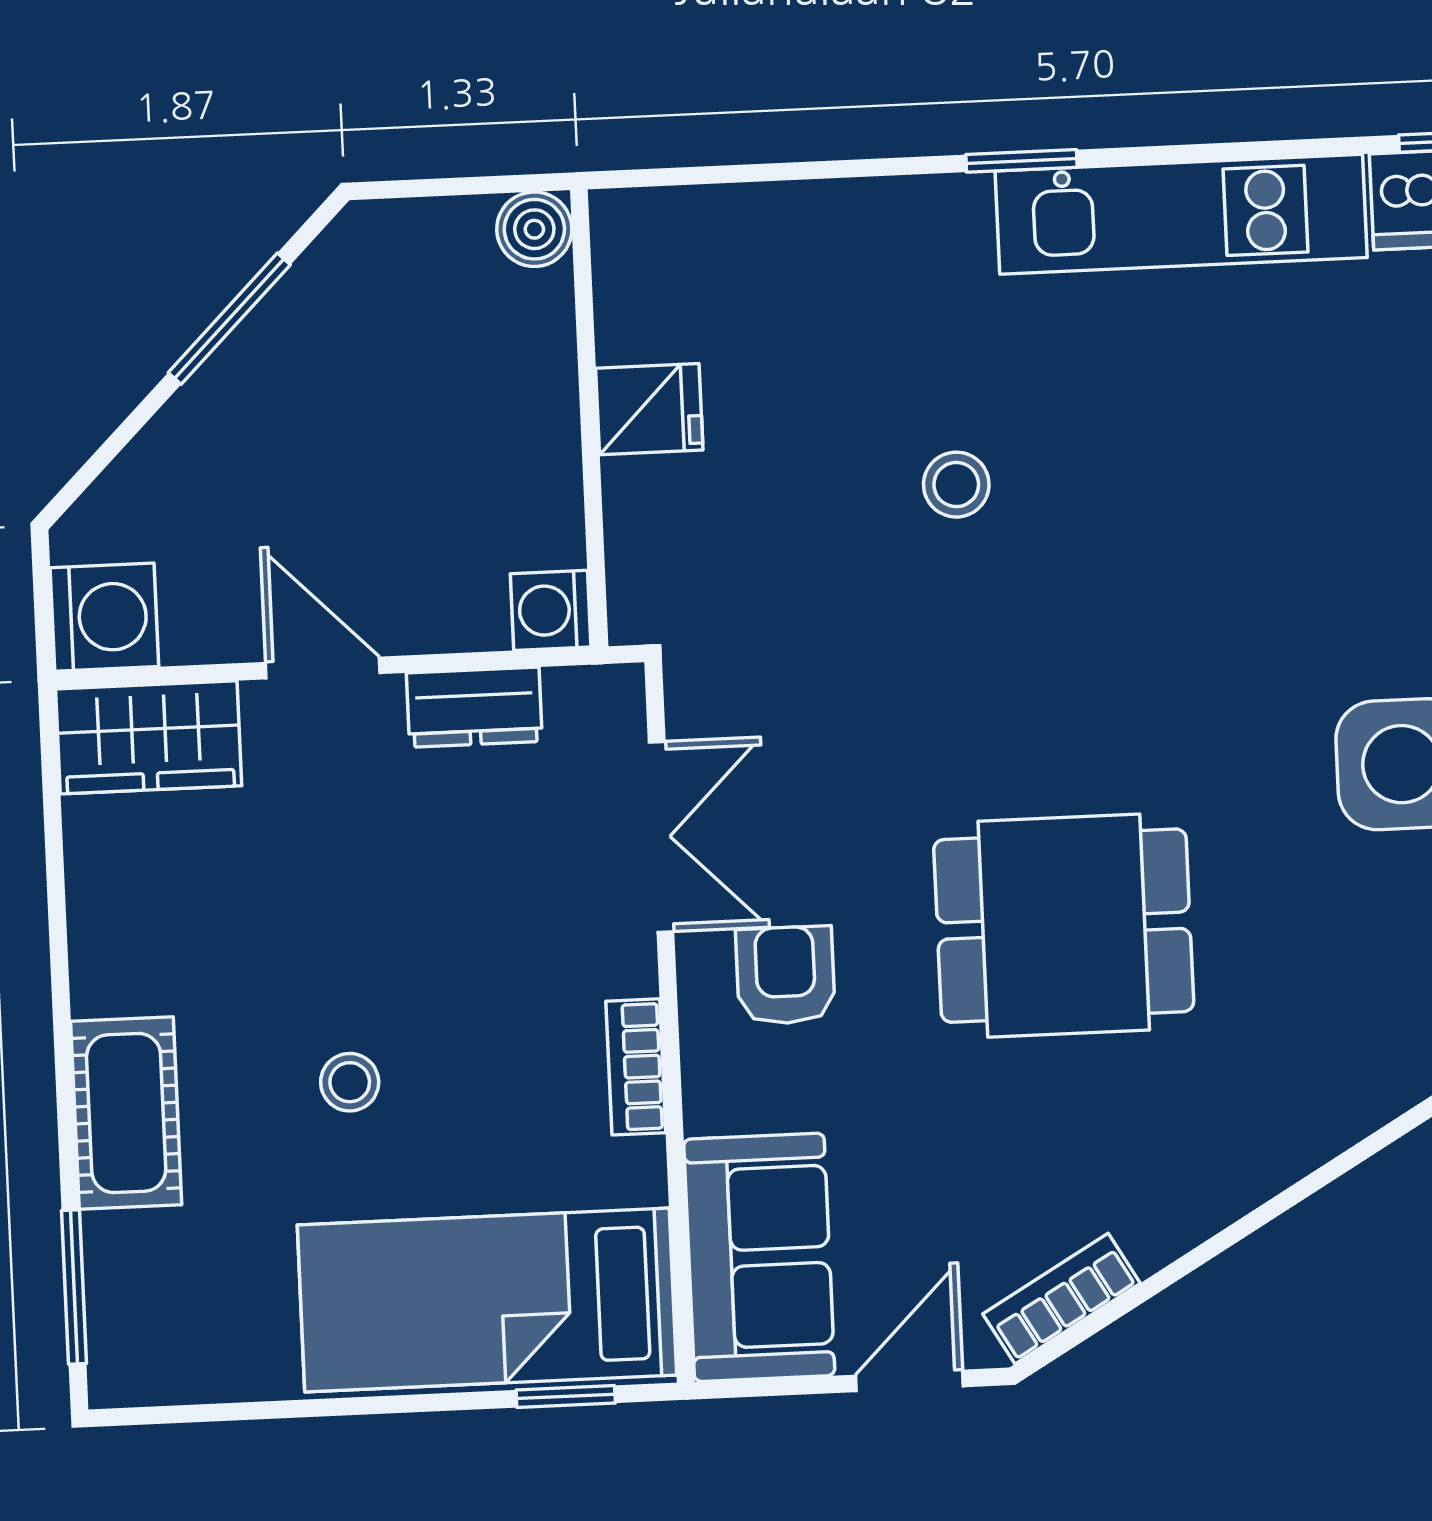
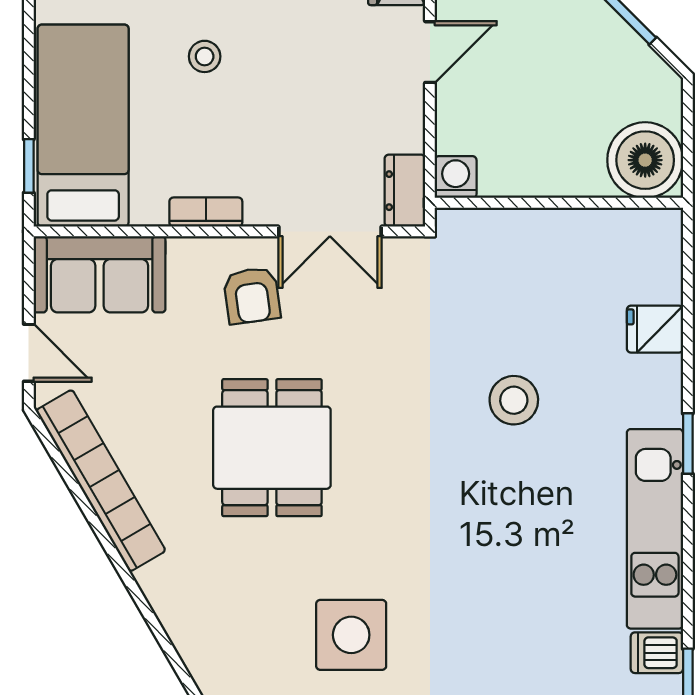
boiler: (534, 229) -> (645, 160), width x1.86, depth x1.86
fridge: (649, 409) -> (655, 329), moved, turned 90
stool: (956, 485) -> (514, 400), width x1.37, depth x1.37
dresser: (474, 707) -> (405, 191), moved
armchair: (785, 975) -> (252, 295), turned 82
bookcase: (1062, 1299) -> (101, 481), width x2.31, depth x1.31

